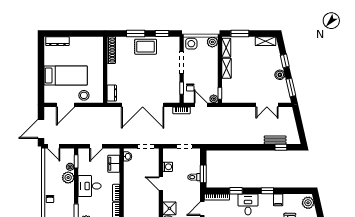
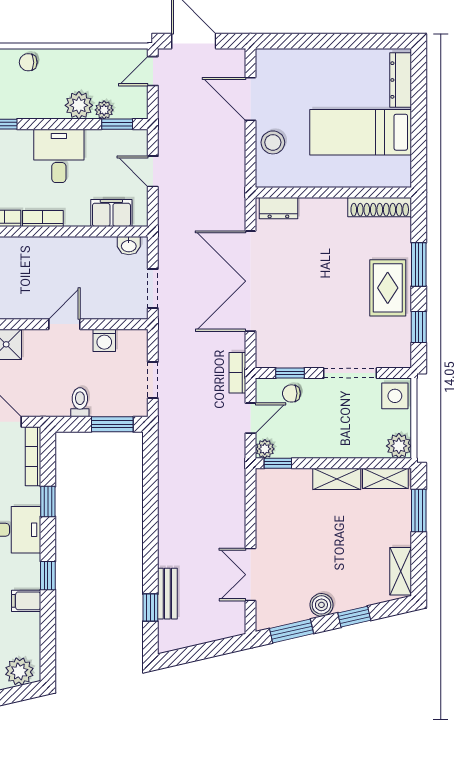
bed: (66, 76) -> (361, 132), moved, turned 90
window: (203, 174) -> (112, 424), moved

